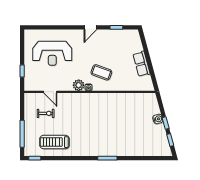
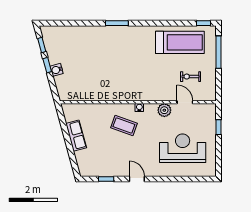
door: (90, 27) -> (137, 179), hinge flipped
plant: (79, 85) -> (164, 110), moved
treadmill: (55, 142) -> (180, 42), width x1.37, depth x1.38

